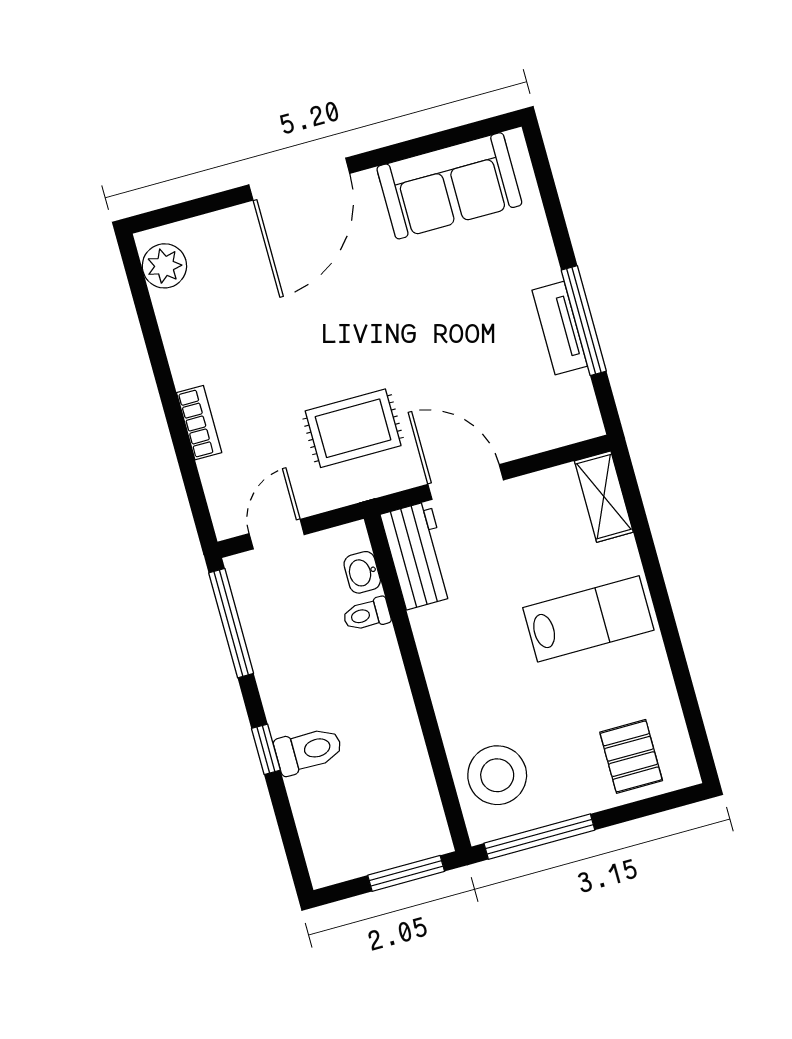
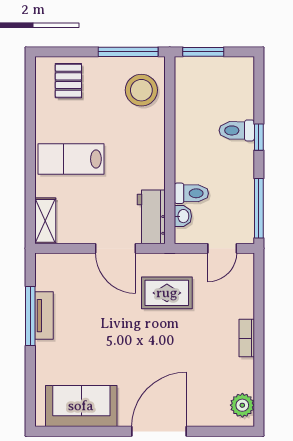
bookcase: (199, 423) -> (247, 338), moved
toilet: (367, 615) -> (191, 193), width x1.37, depth x1.39

